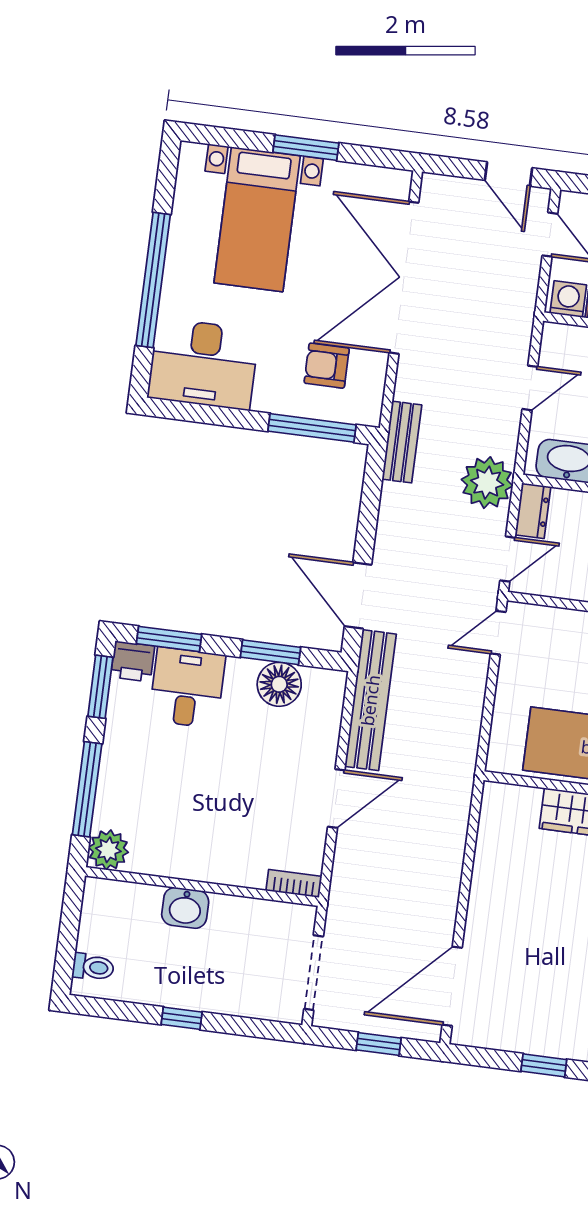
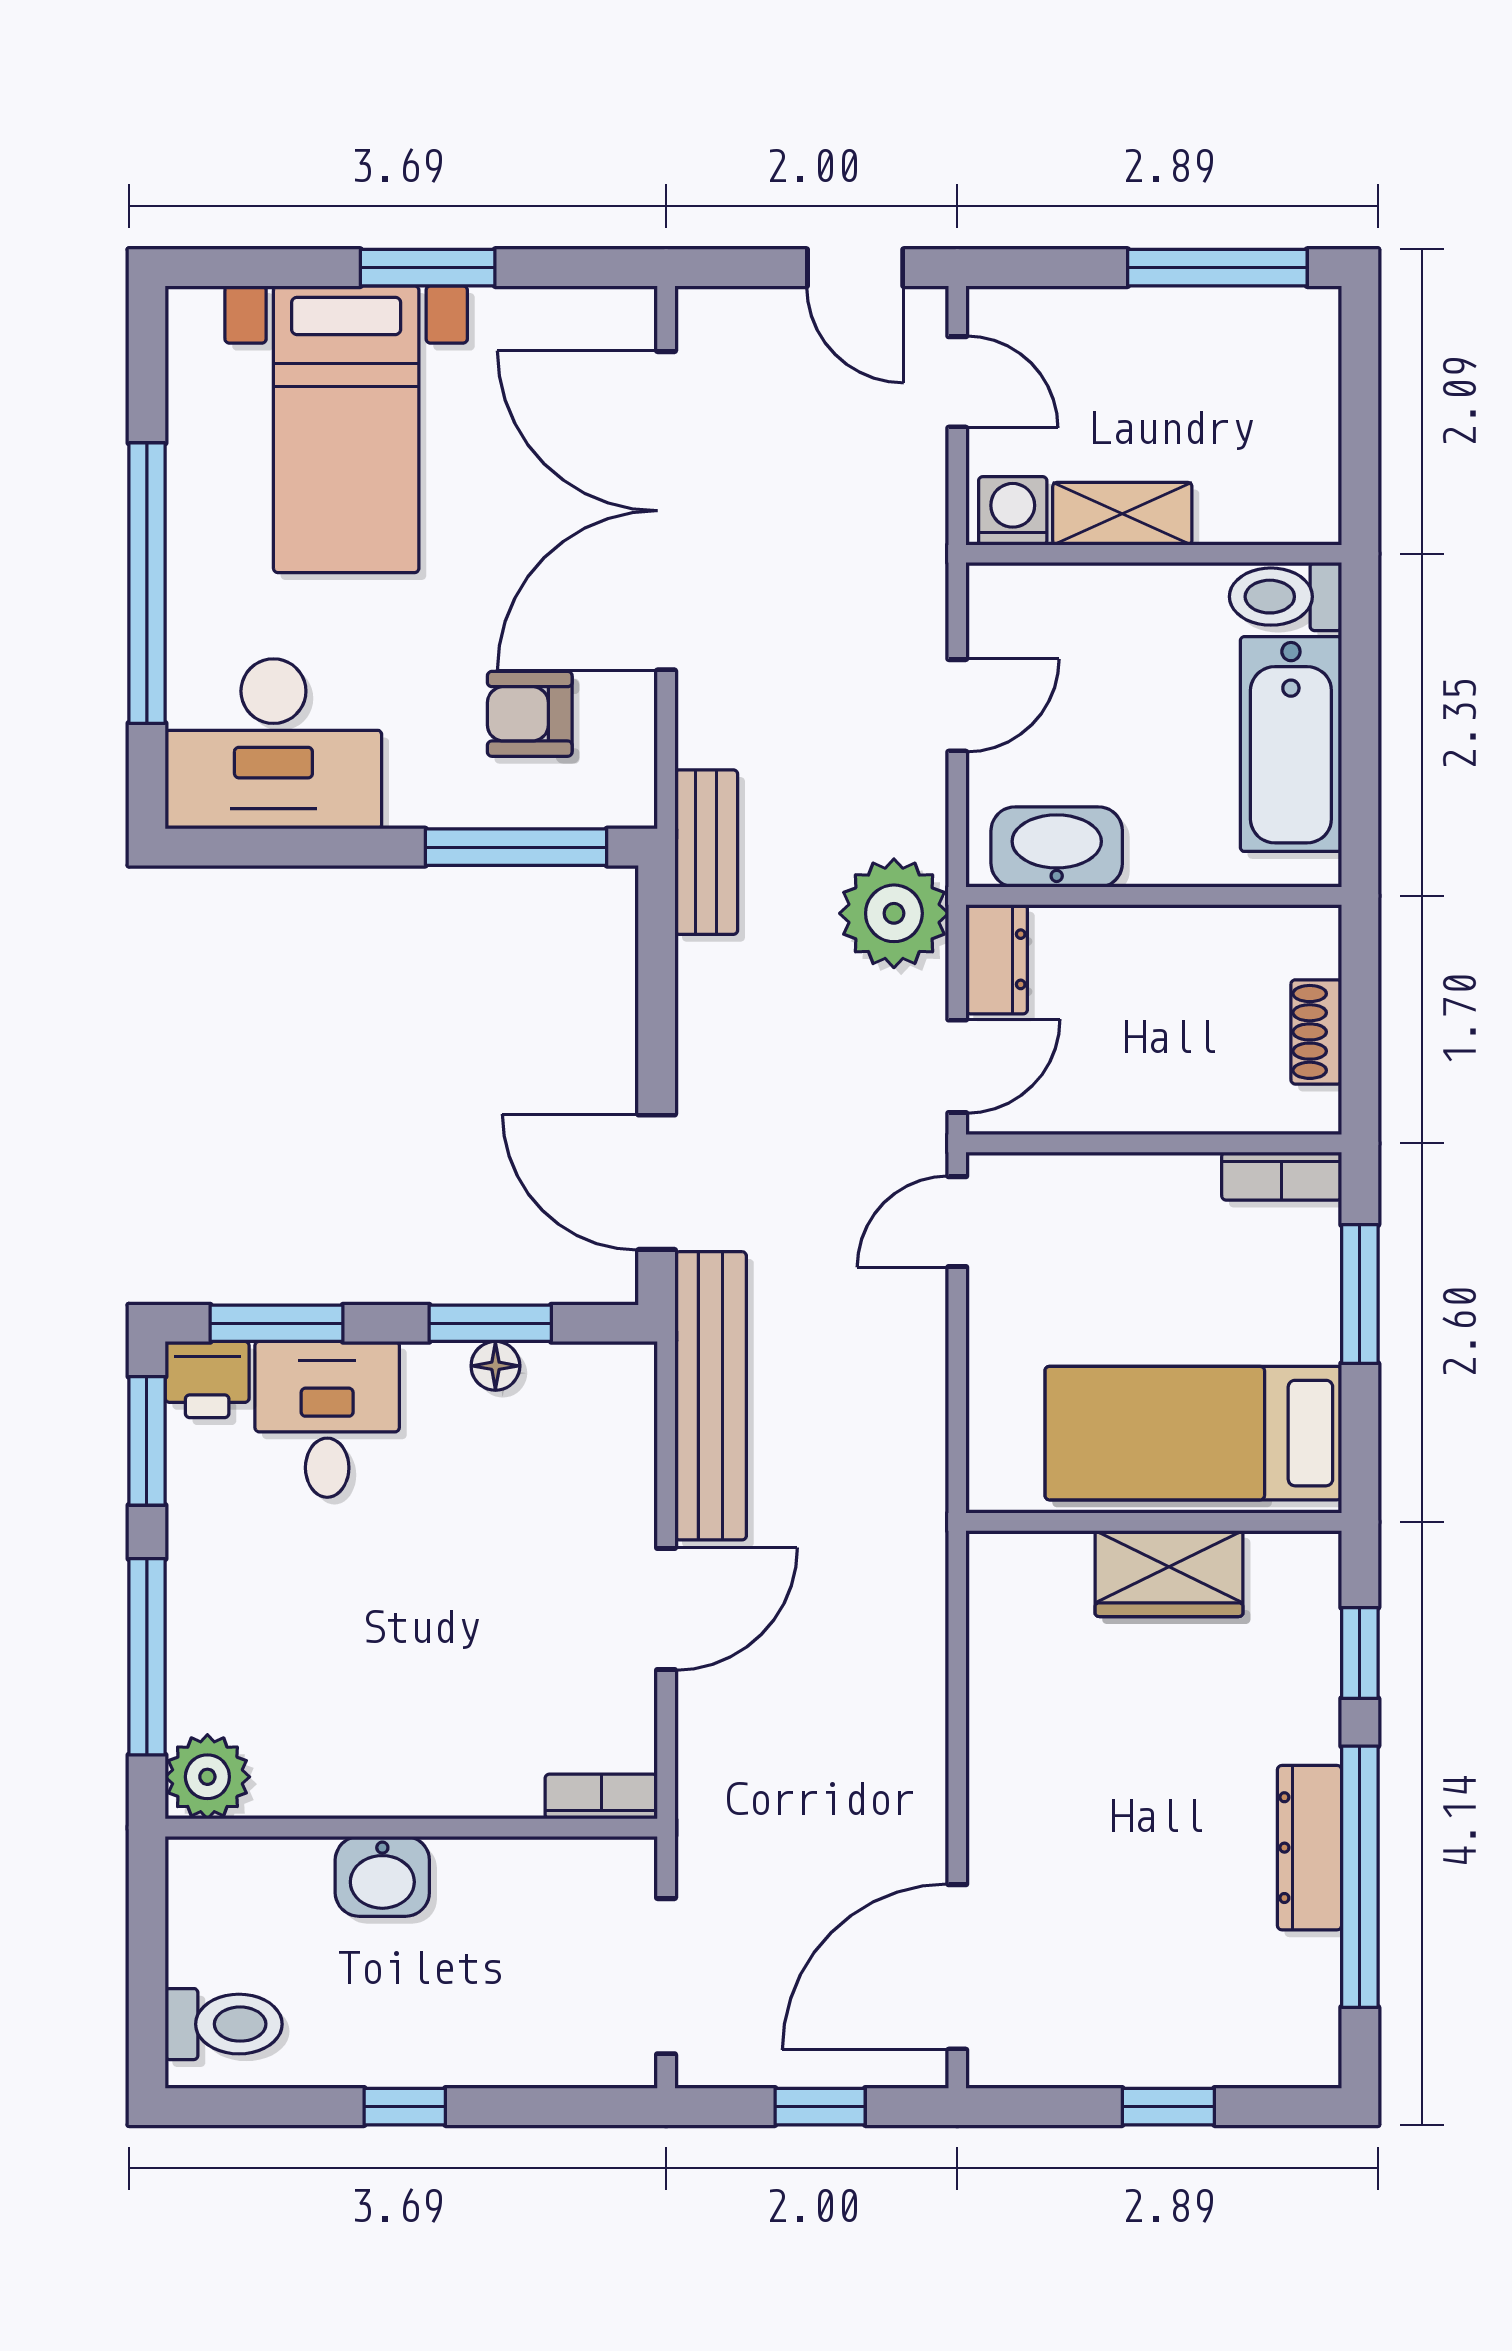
floor lamp: (279, 684) -> (495, 1366), width x0.53, depth x0.53
toilet: (93, 967) -> (224, 2024), width x1.37, depth x1.39

